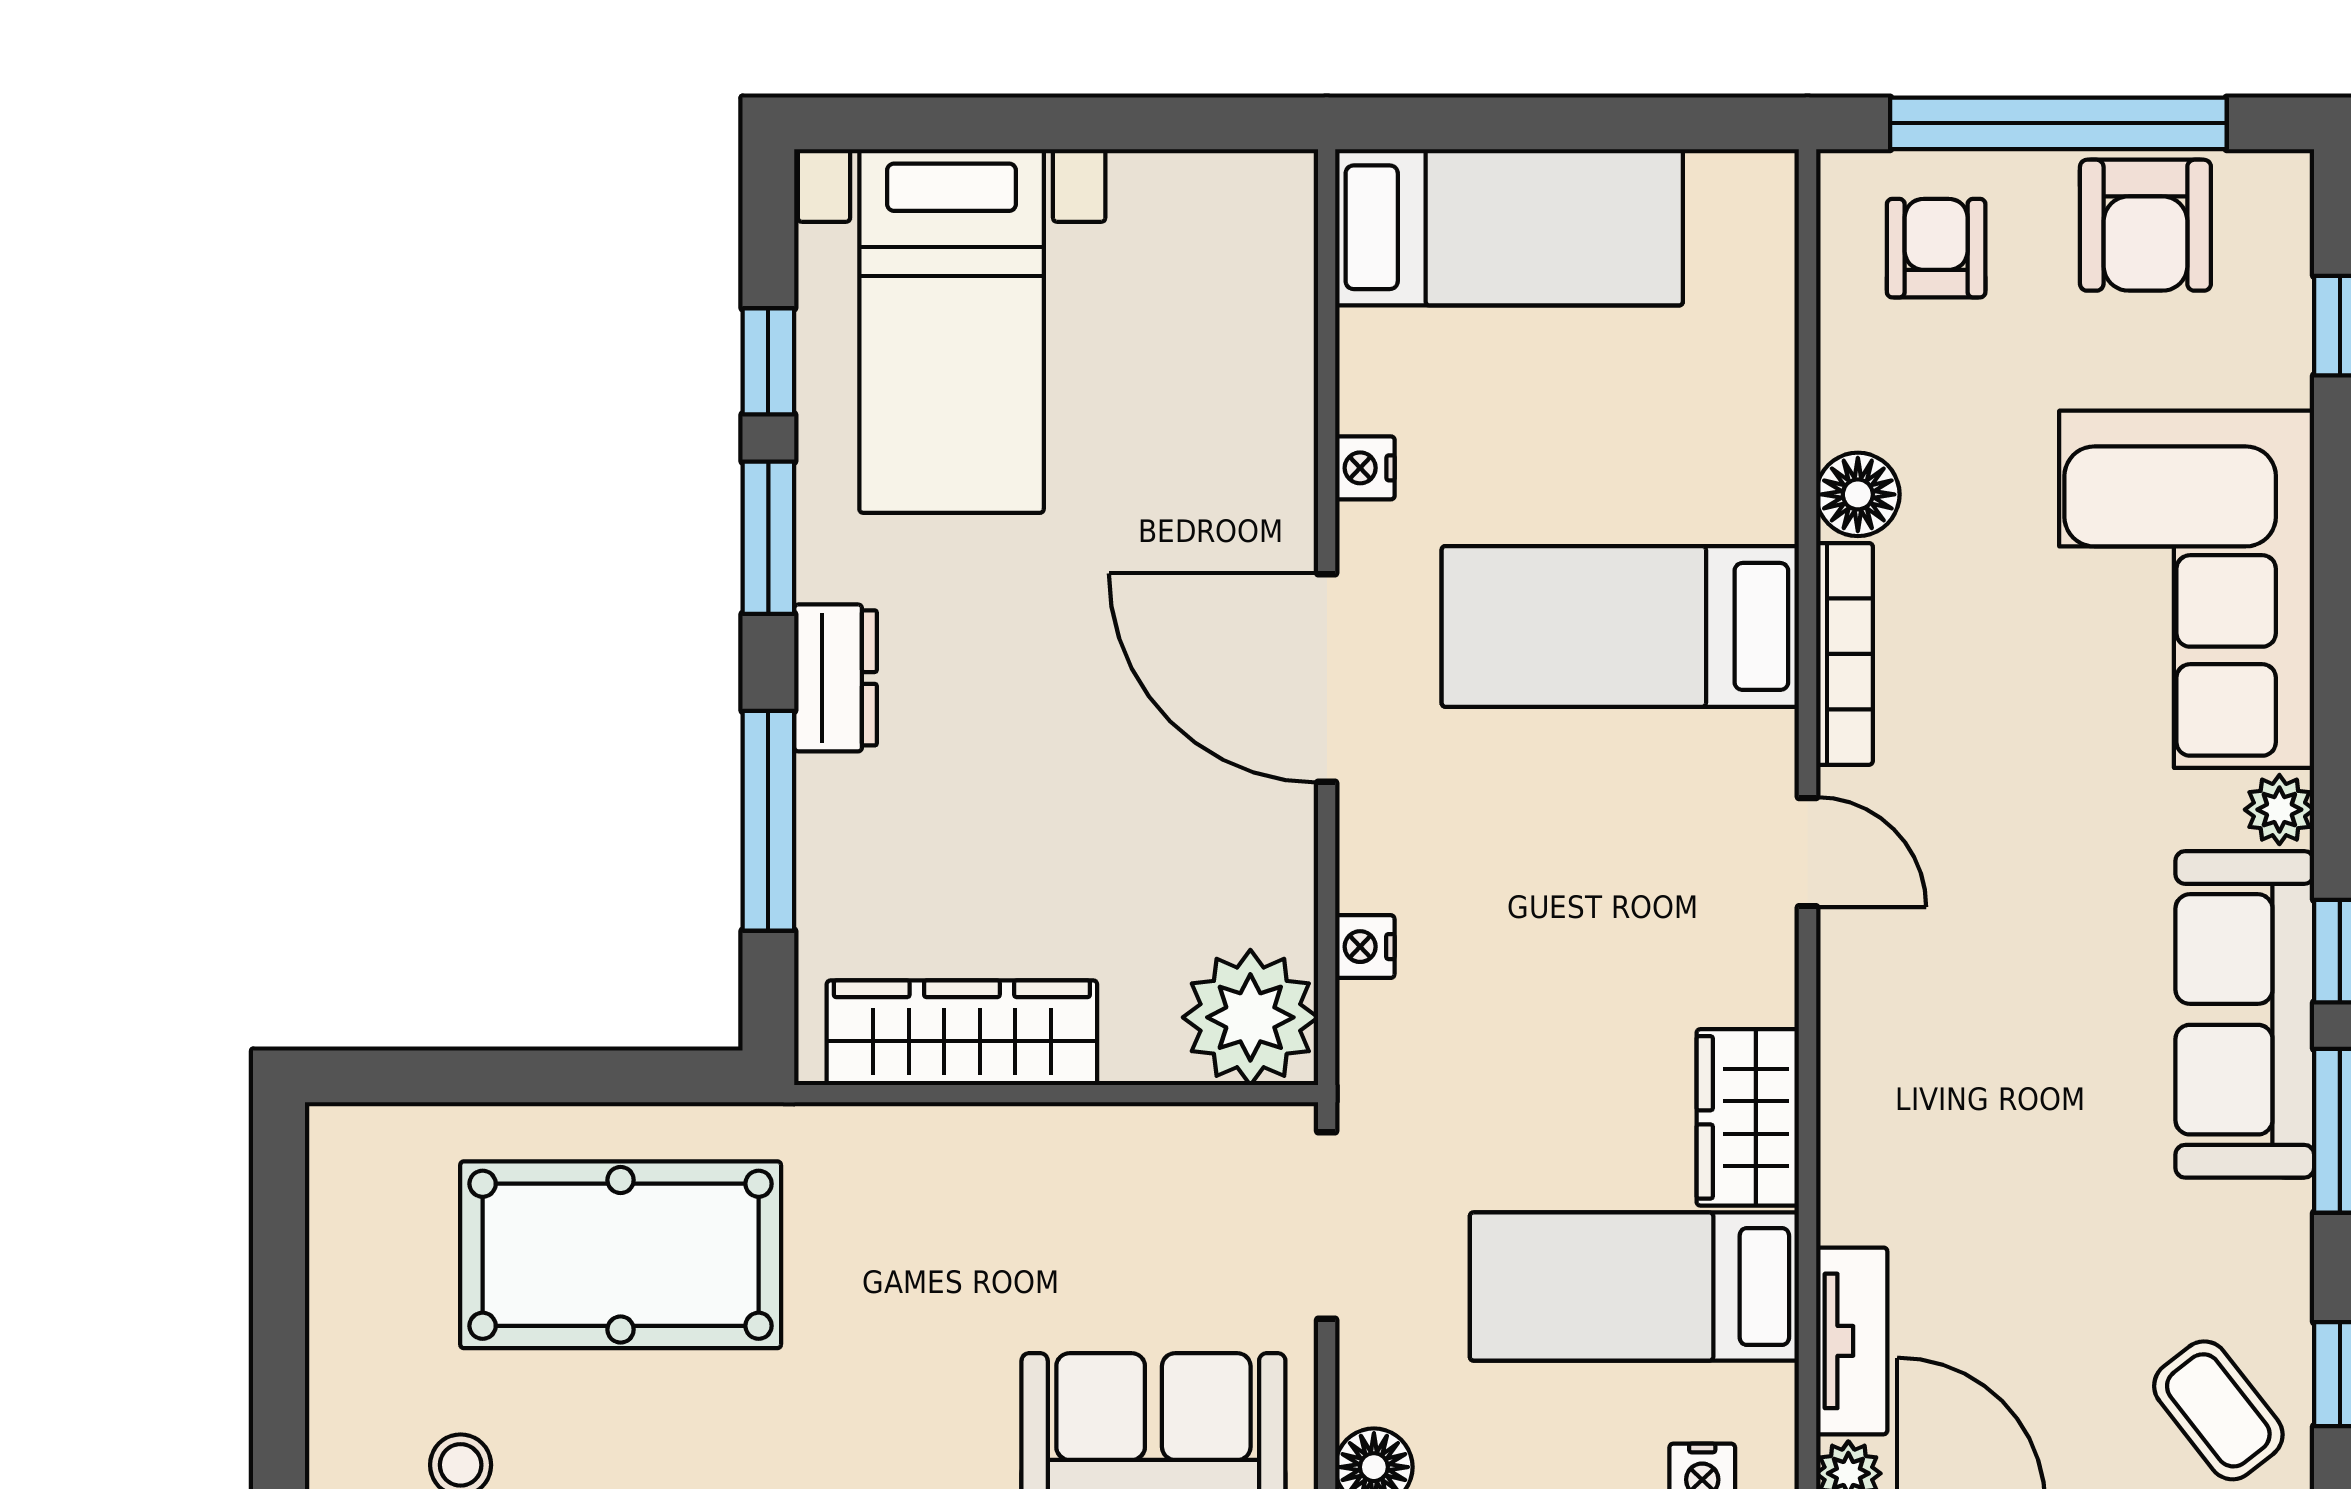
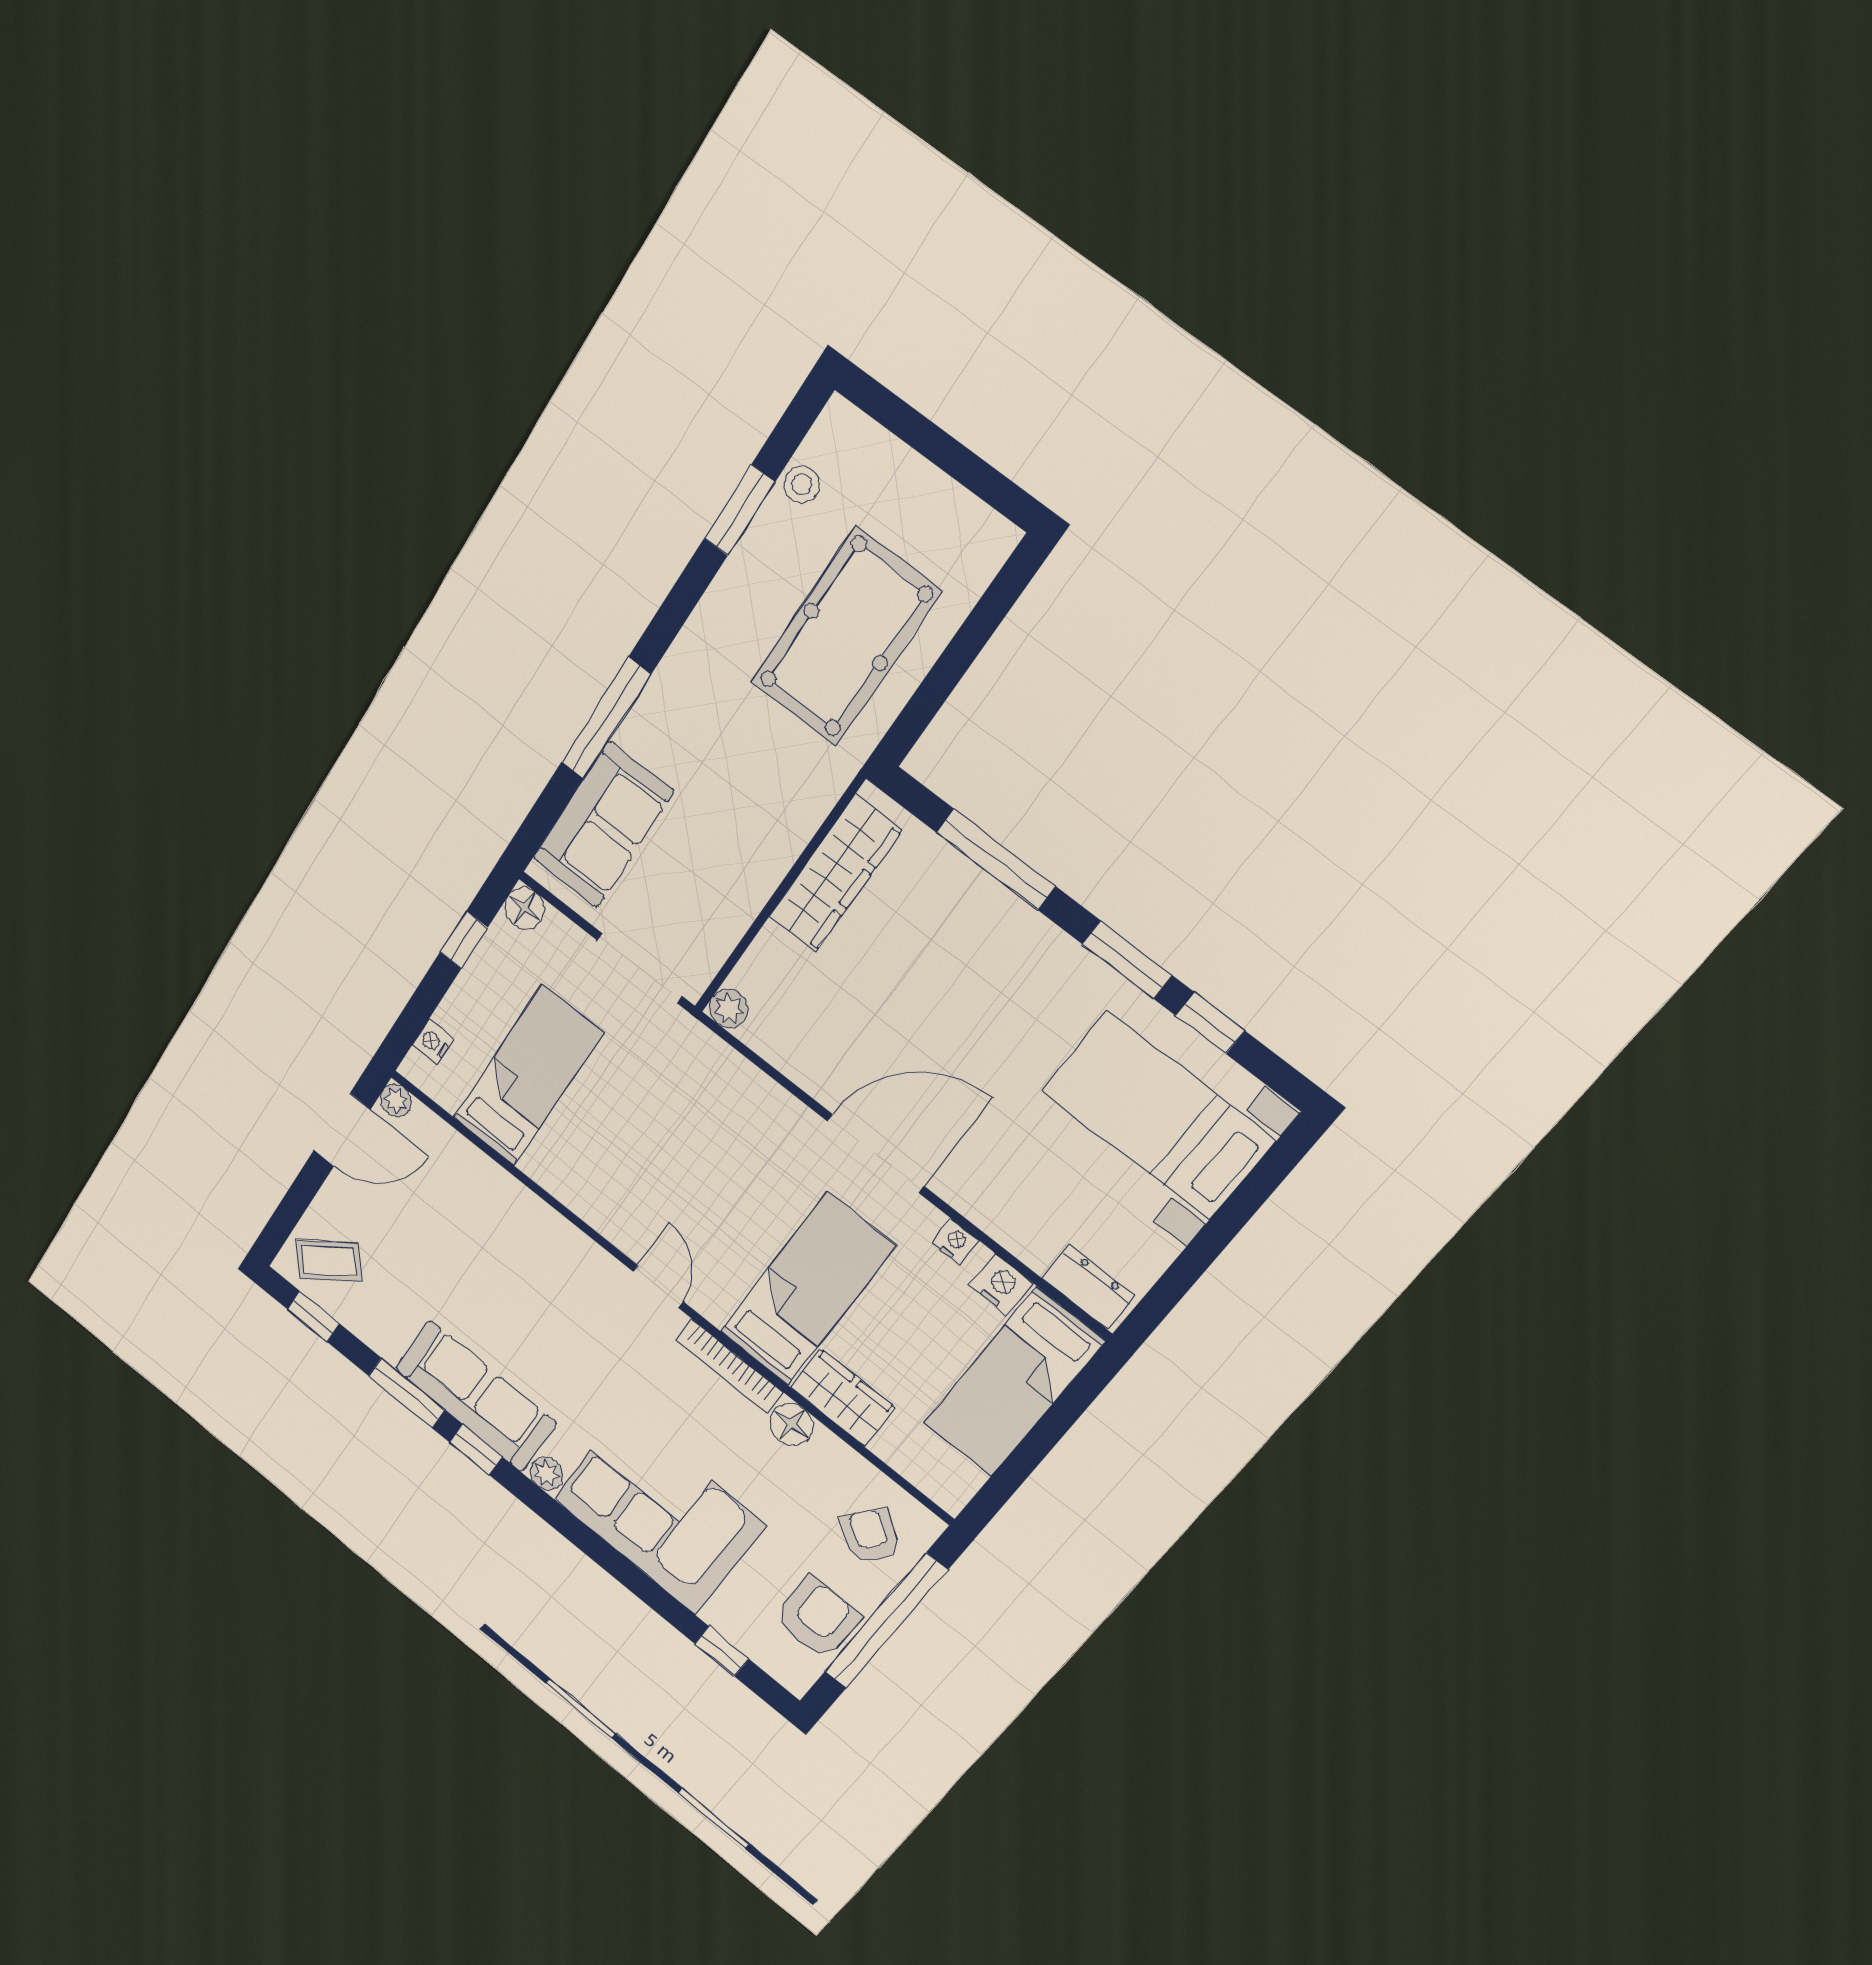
armchair: (2145, 225) -> (818, 1618), turned 90
armchair: (1936, 248) -> (871, 1536), turned -144
dresser: (836, 678) -> (1089, 1287), moved, turned 180
door: (1807, 852) -> (658, 1286), swing flipped
nightstand: (1365, 947) -> (1001, 1284), moved, width x1.39, depth x1.35
plant: (1250, 1017) -> (729, 1009), width x0.53, depth x0.53
wardrobe: (1748, 1117) -> (843, 1398), moved
tv unit: (1852, 1341) -> (448, 1144), removed

